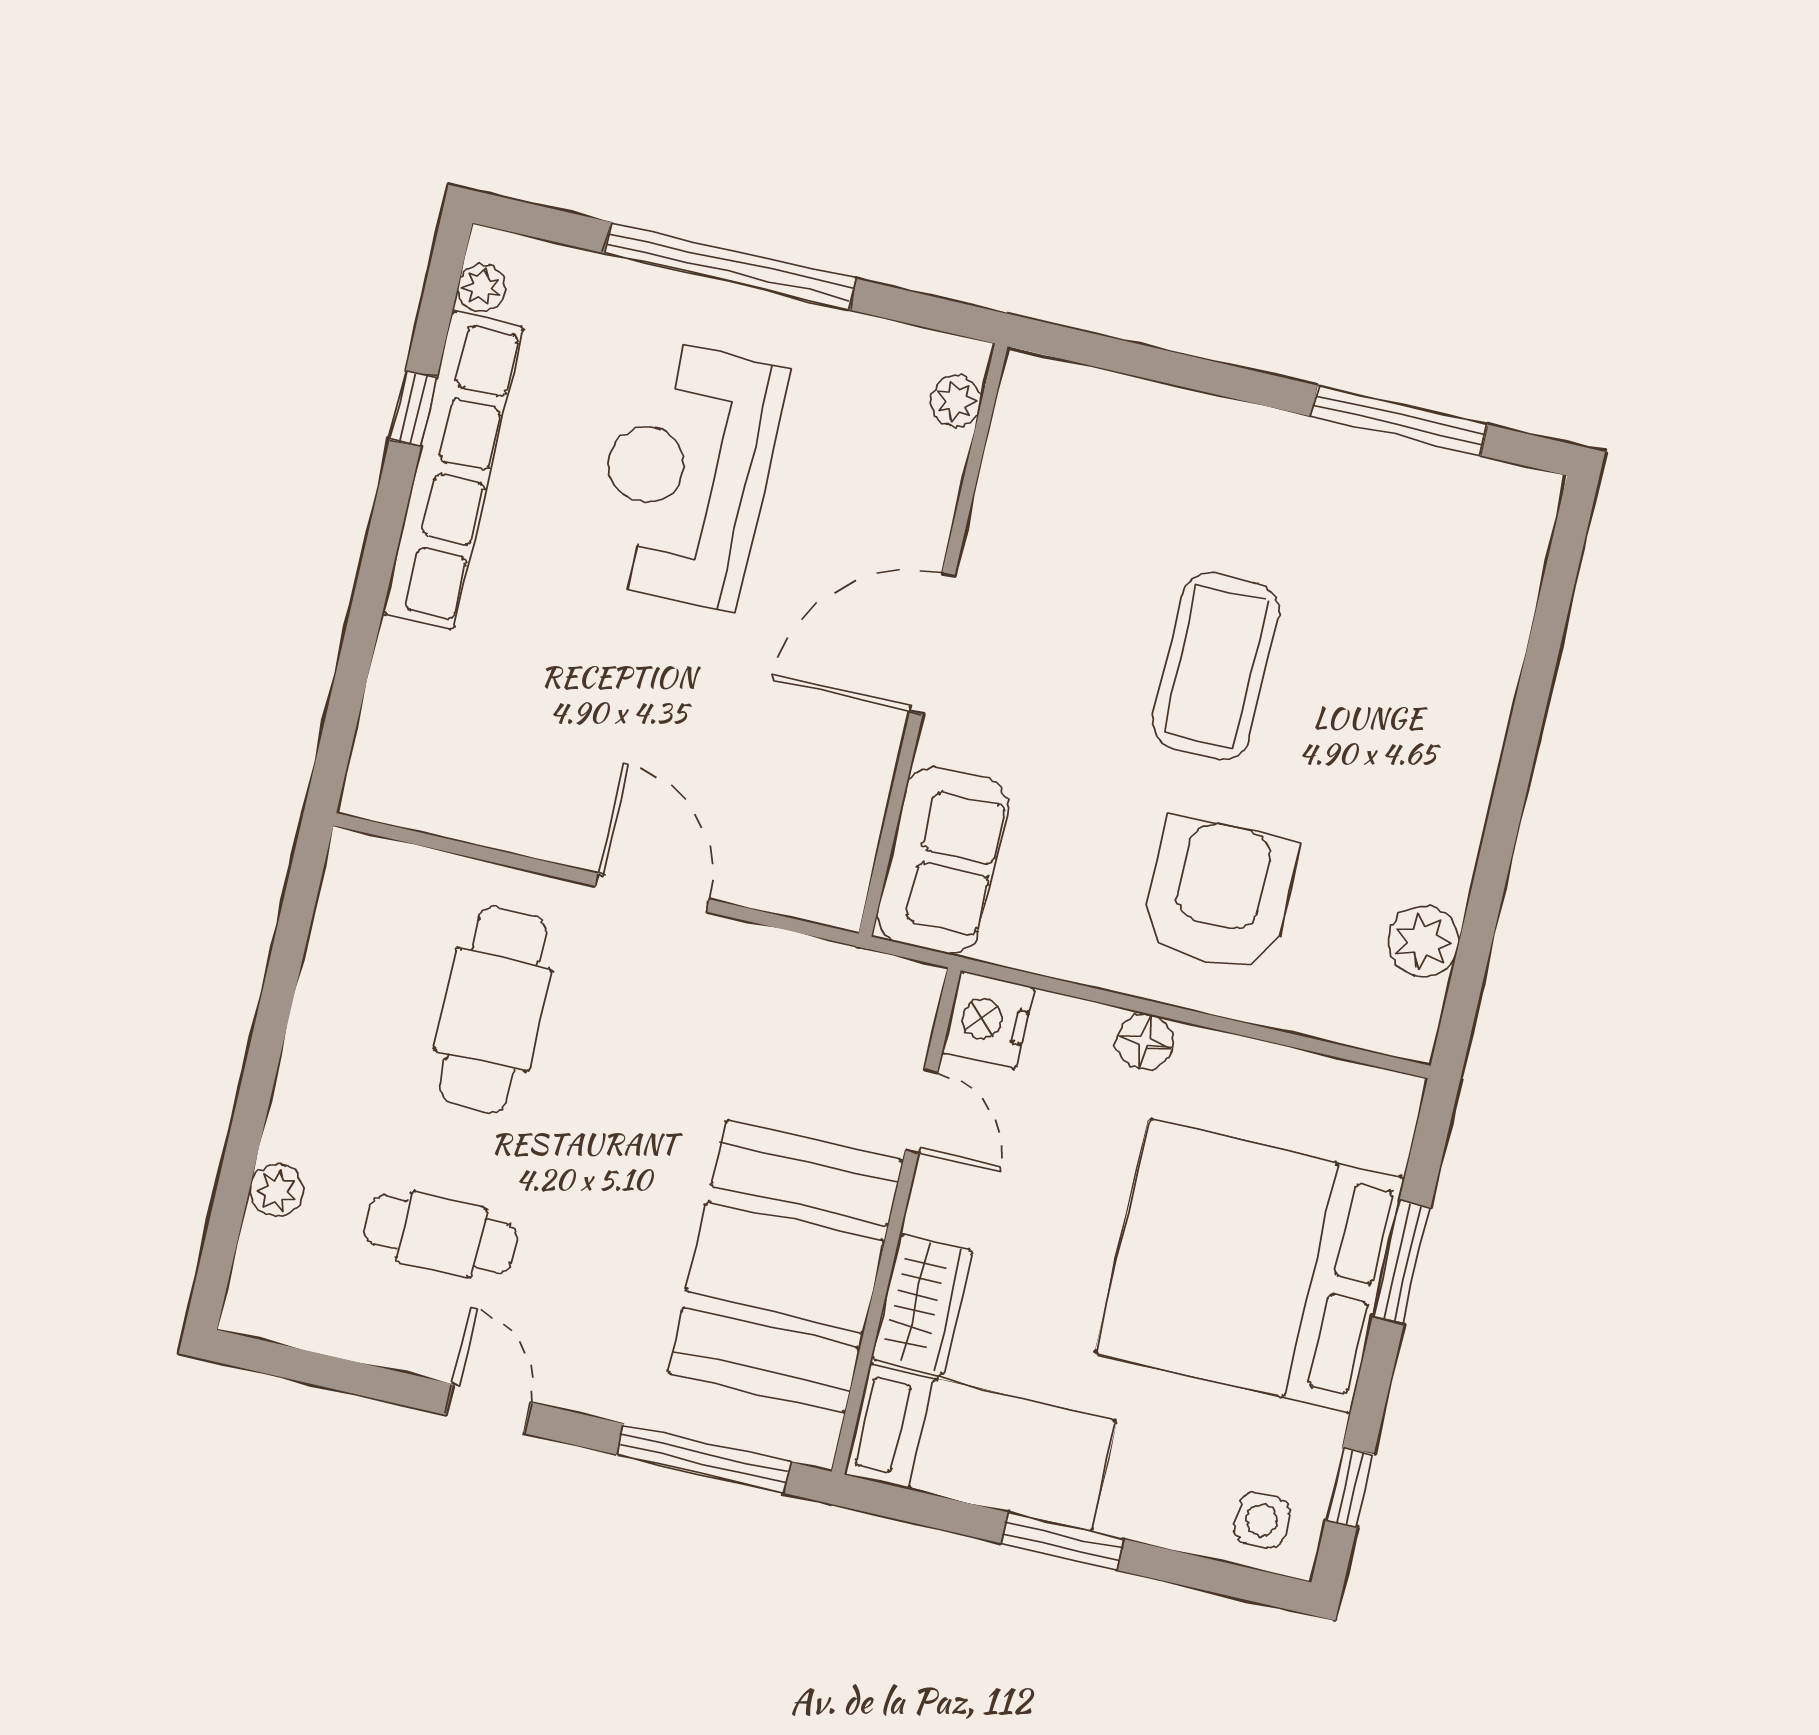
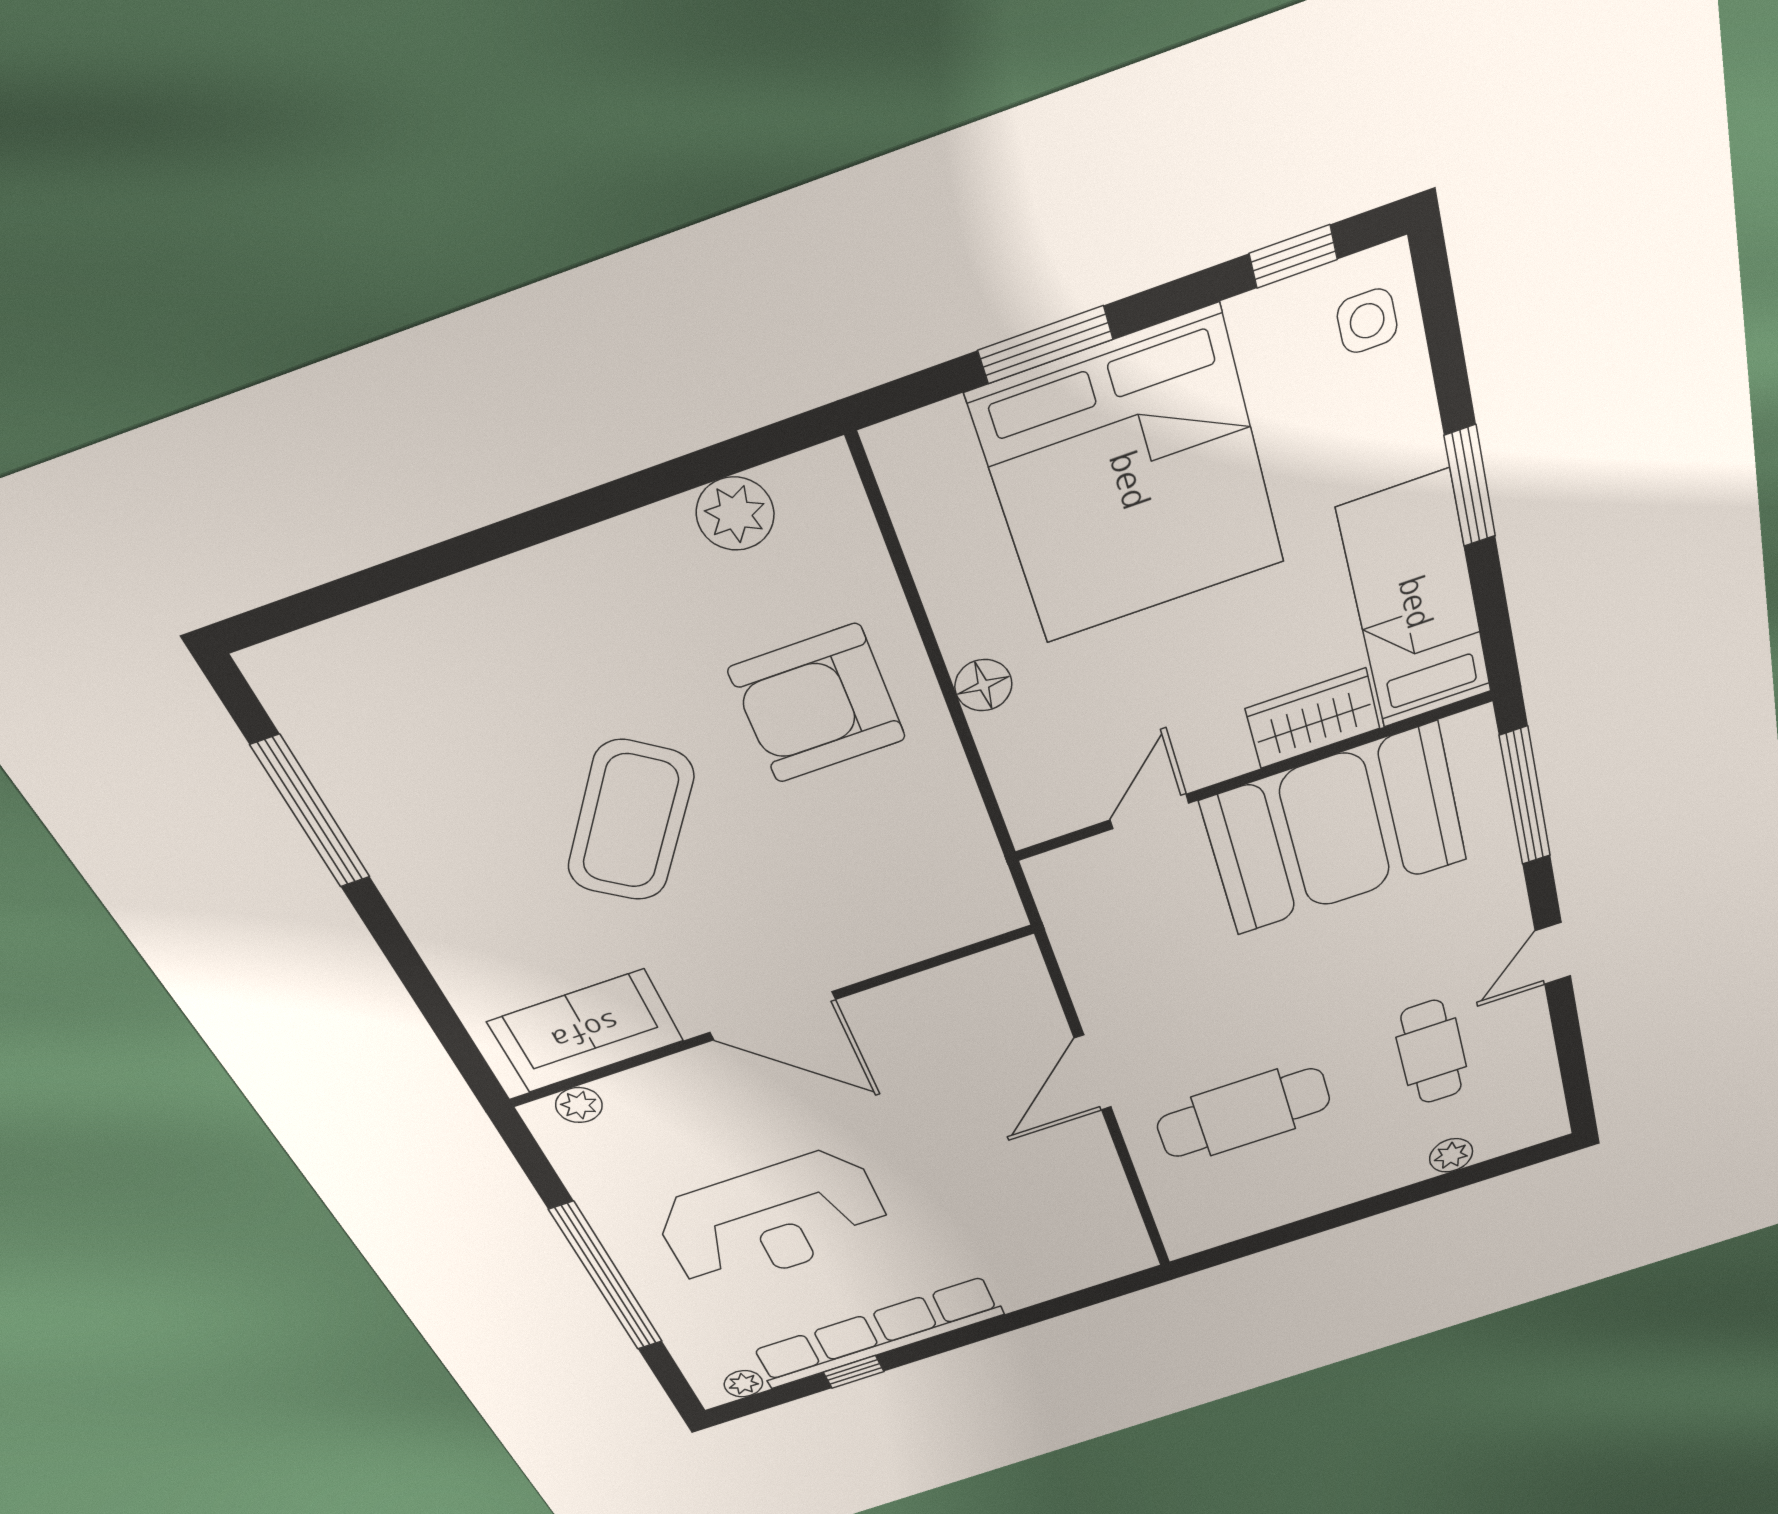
coffee table: (1216, 667) -> (631, 821), turned -54
sofa: (942, 860) -> (586, 1031), moved
nightstand: (988, 1020) -> (1043, 809), removed

